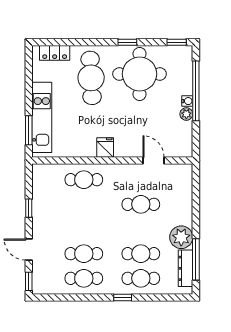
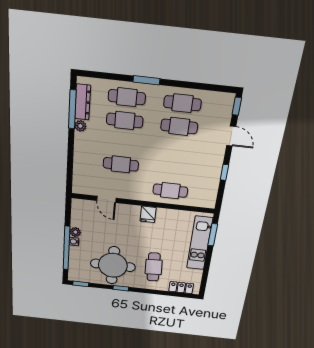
cafe table: (91, 78) -> (154, 267), width x0.73, depth x0.74
plant: (181, 237) -> (80, 126), width x0.53, depth x0.53
window: (123, 298) -> (146, 80), width x1.50

